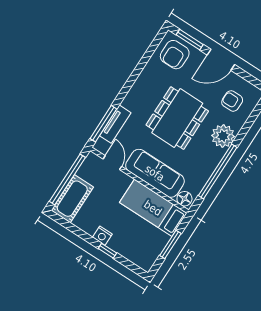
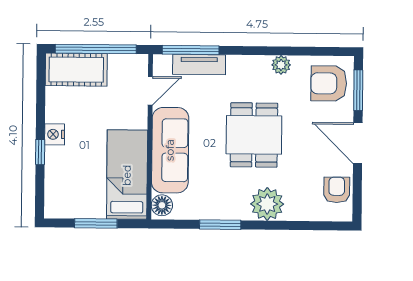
plant: (146, 76) -> (281, 65), added
armchair: (232, 101) -> (337, 190), moved
dining table: (177, 118) -> (254, 135), width x0.73
window: (218, 171) -> (220, 225), width x0.47

